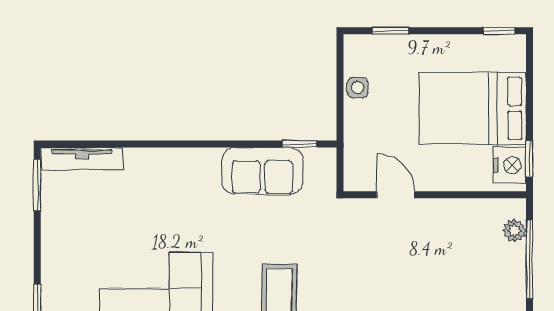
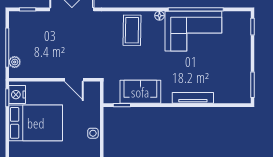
tv unit: (82, 158) -> (193, 98), moved

